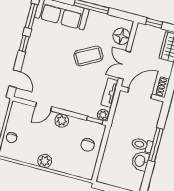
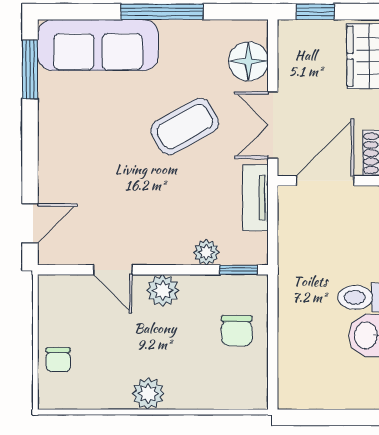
window: (24, 44) -> (30, 137), removed
door: (15, 79) -> (30, 223), hinge flipped
door: (43, 107) -> (113, 270), hinge flipped
plant: (103, 115) -> (206, 252), moved

